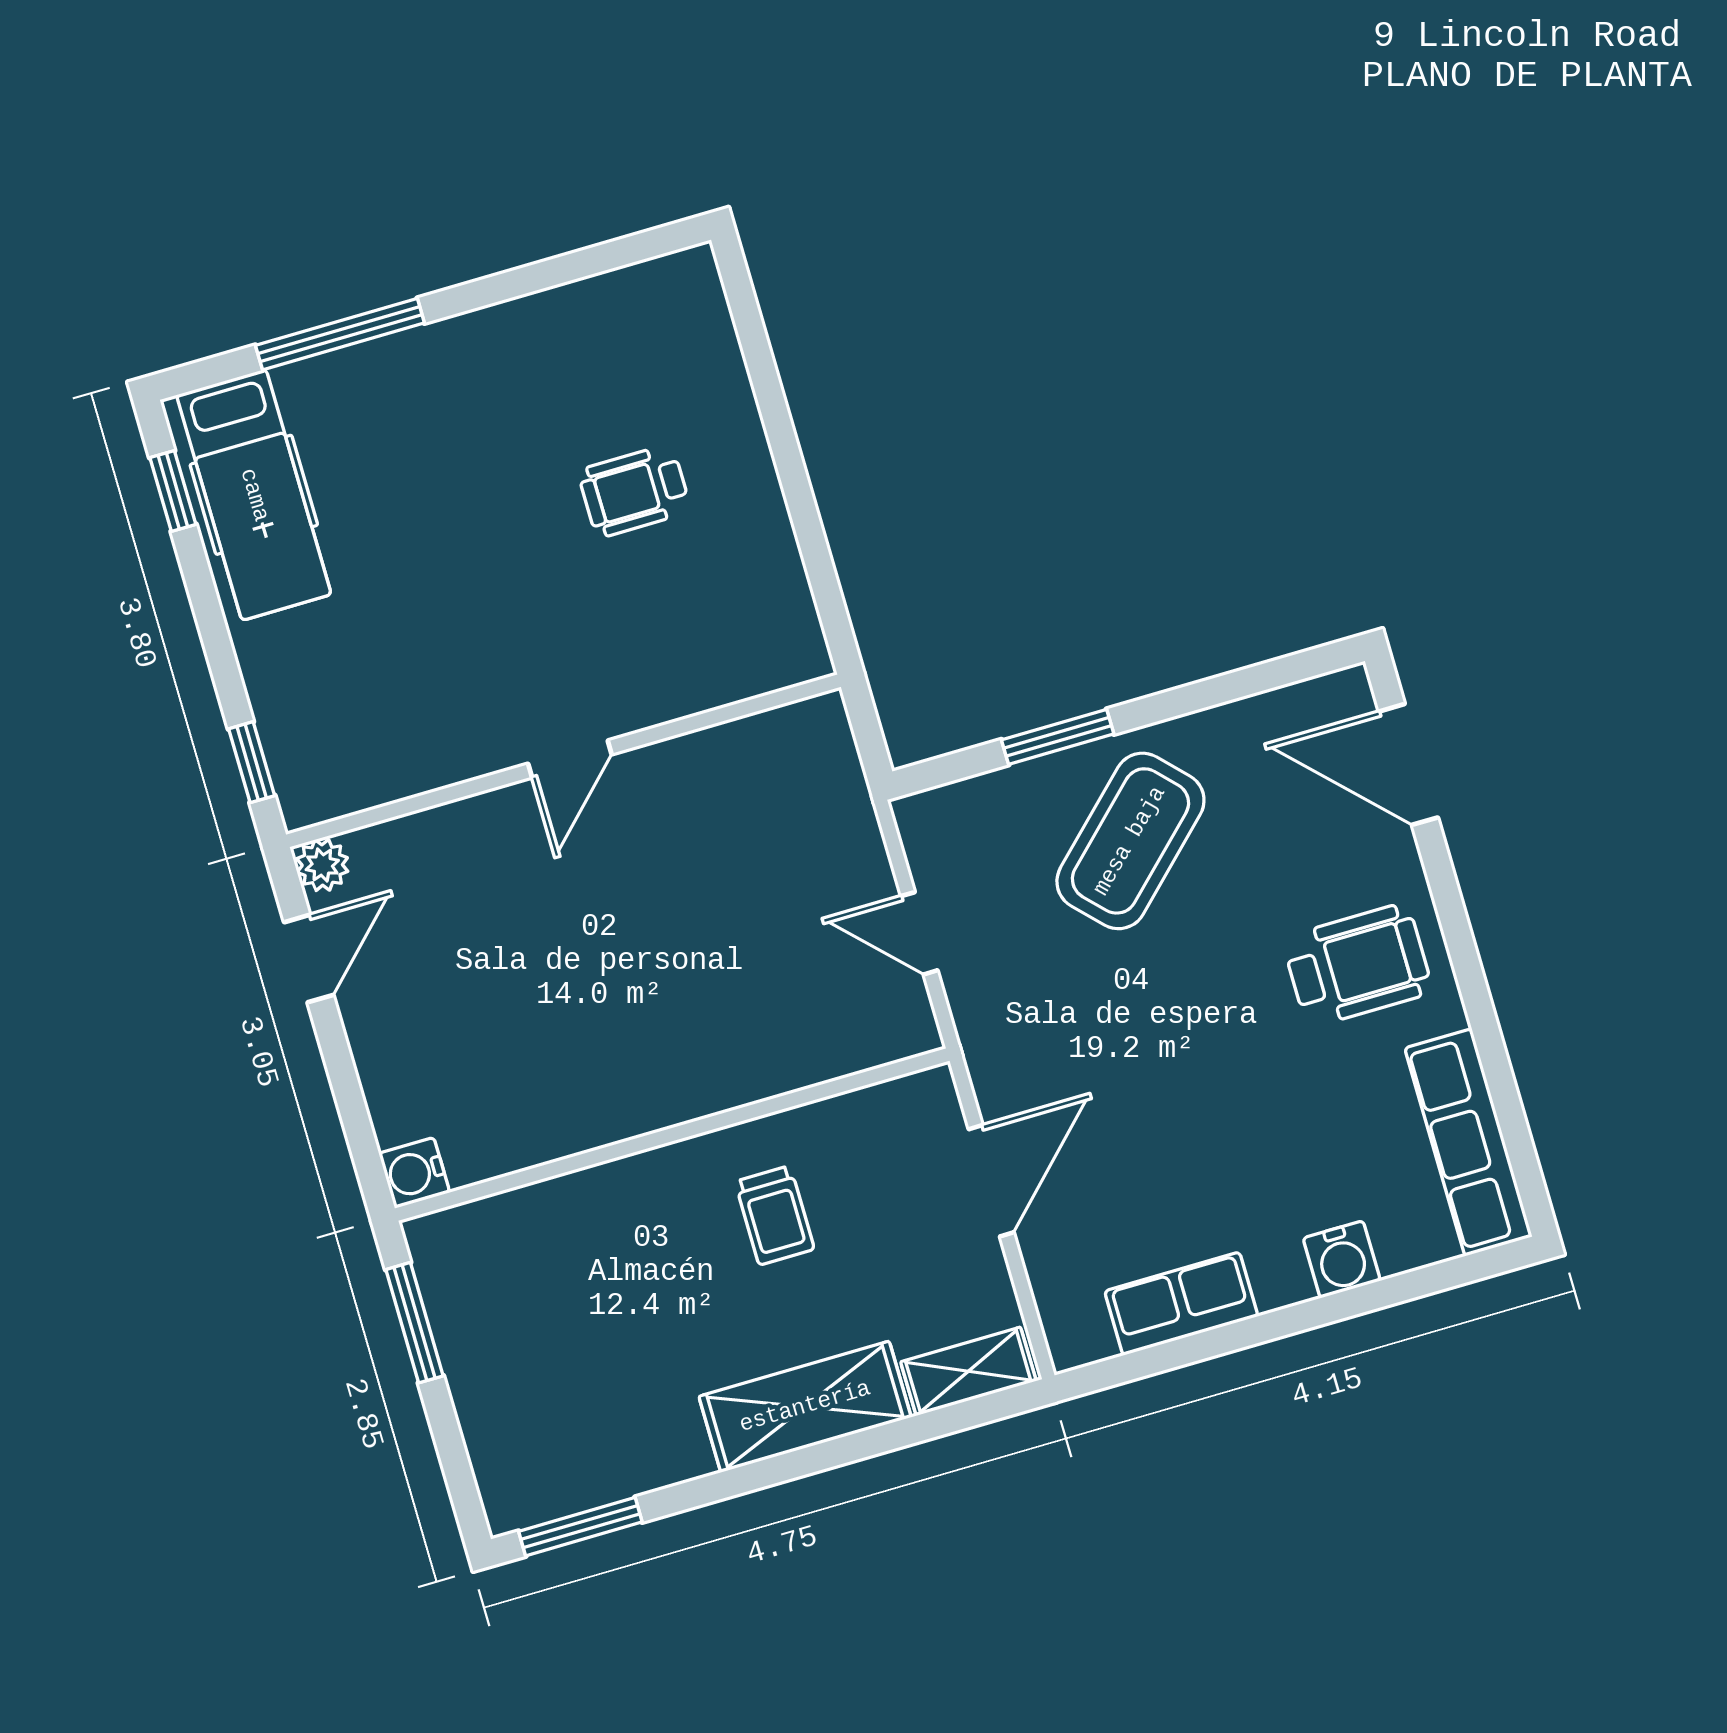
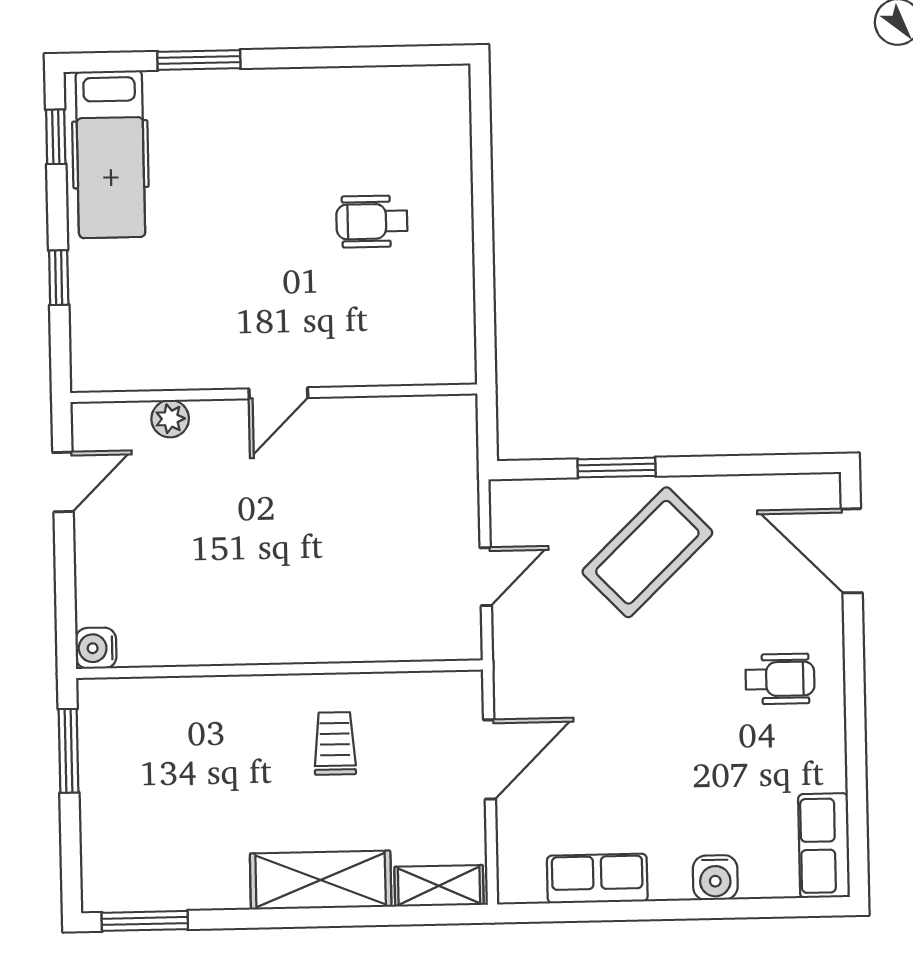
window: (340, 334) -> (199, 60), width x0.69
window: (252, 762) -> (59, 278), moved
plant: (322, 865) -> (170, 419), moved
door: (919, 933) -> (486, 577), swing flipped
wheelchair: (1357, 965) -> (780, 679), width x0.73, depth x0.73
row of seats: (1468, 1142) -> (824, 846), width x0.68
trolley: (775, 1215) -> (335, 743), turned 180

